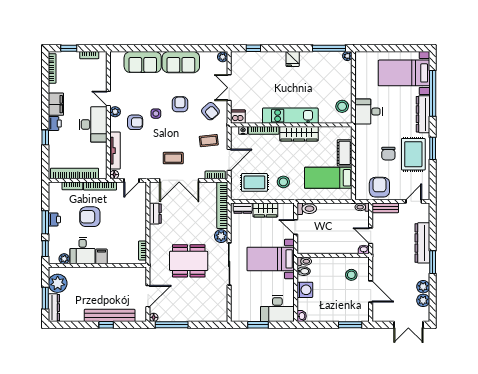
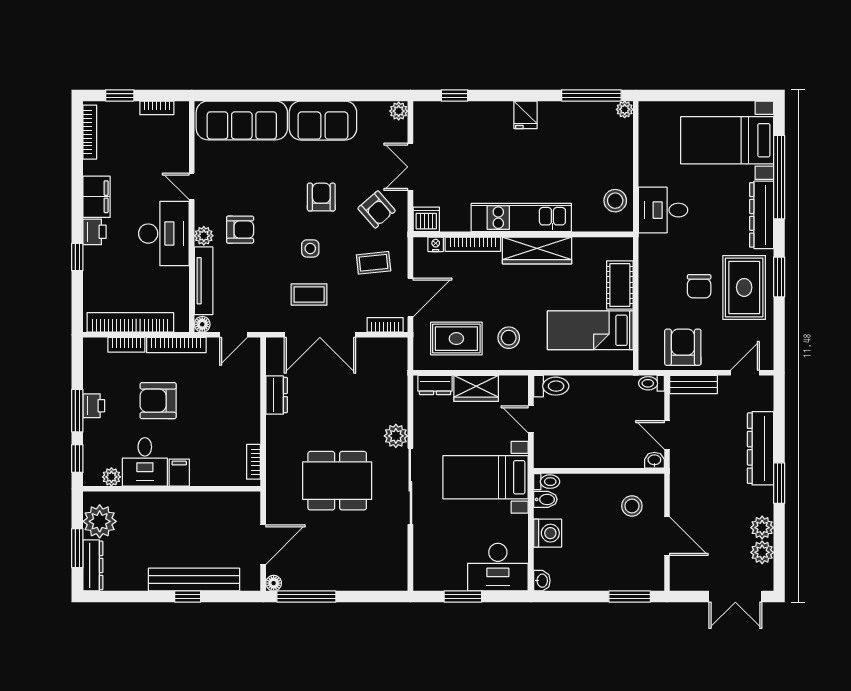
sofa: (143, 62) -> (242, 120), width x1.36
plant: (115, 112) -> (204, 236), moved
side table: (156, 114) -> (310, 248), moved
bookcase: (222, 205) -> (398, 380), removed

